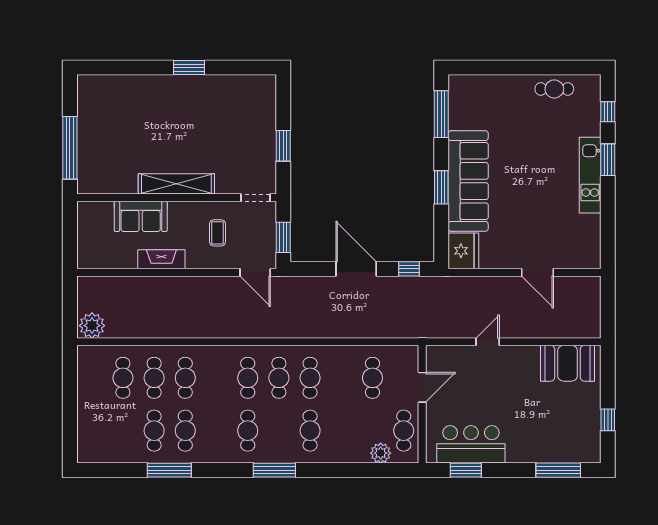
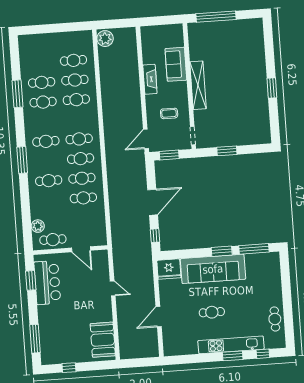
kitchen unit: (590, 175) -> (231, 345), width x1.36
window: (441, 187) -> (222, 251), moved
cafe table: (536, 188) -> (212, 312), added
cafe table: (372, 378) -> (83, 198), moved

